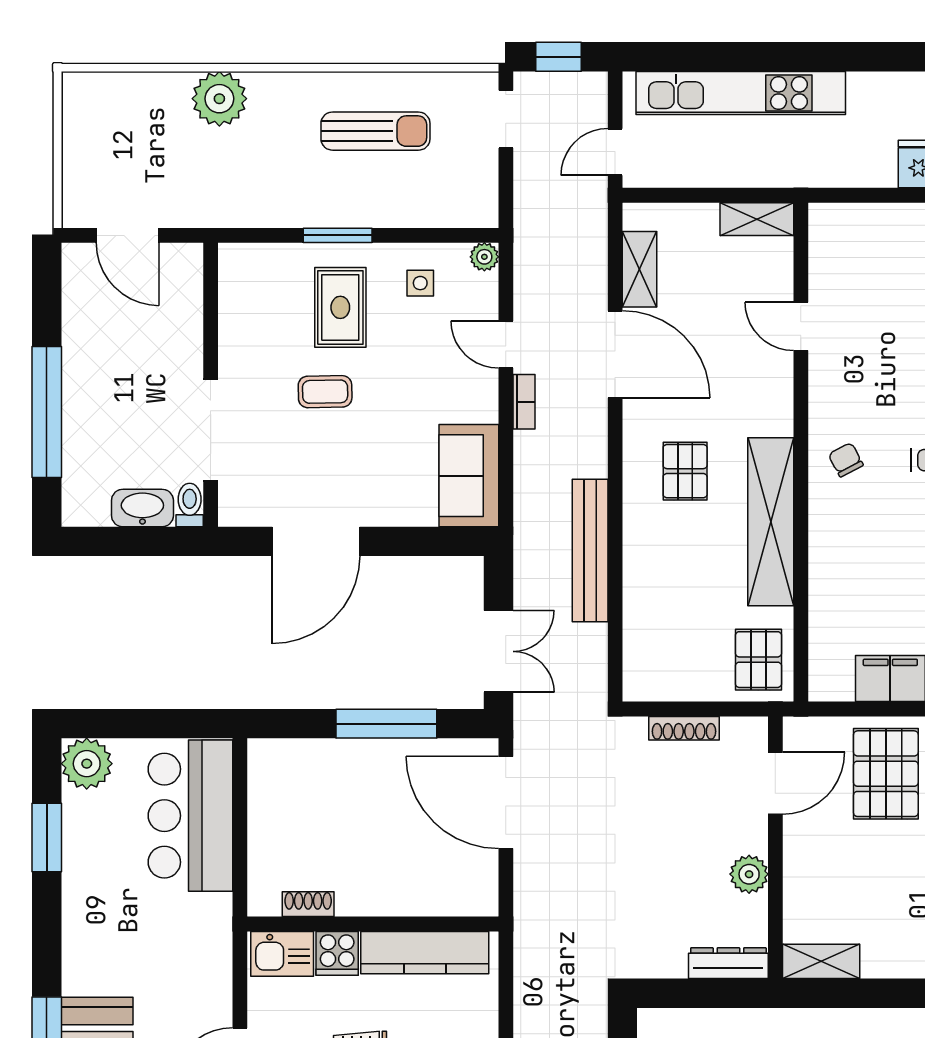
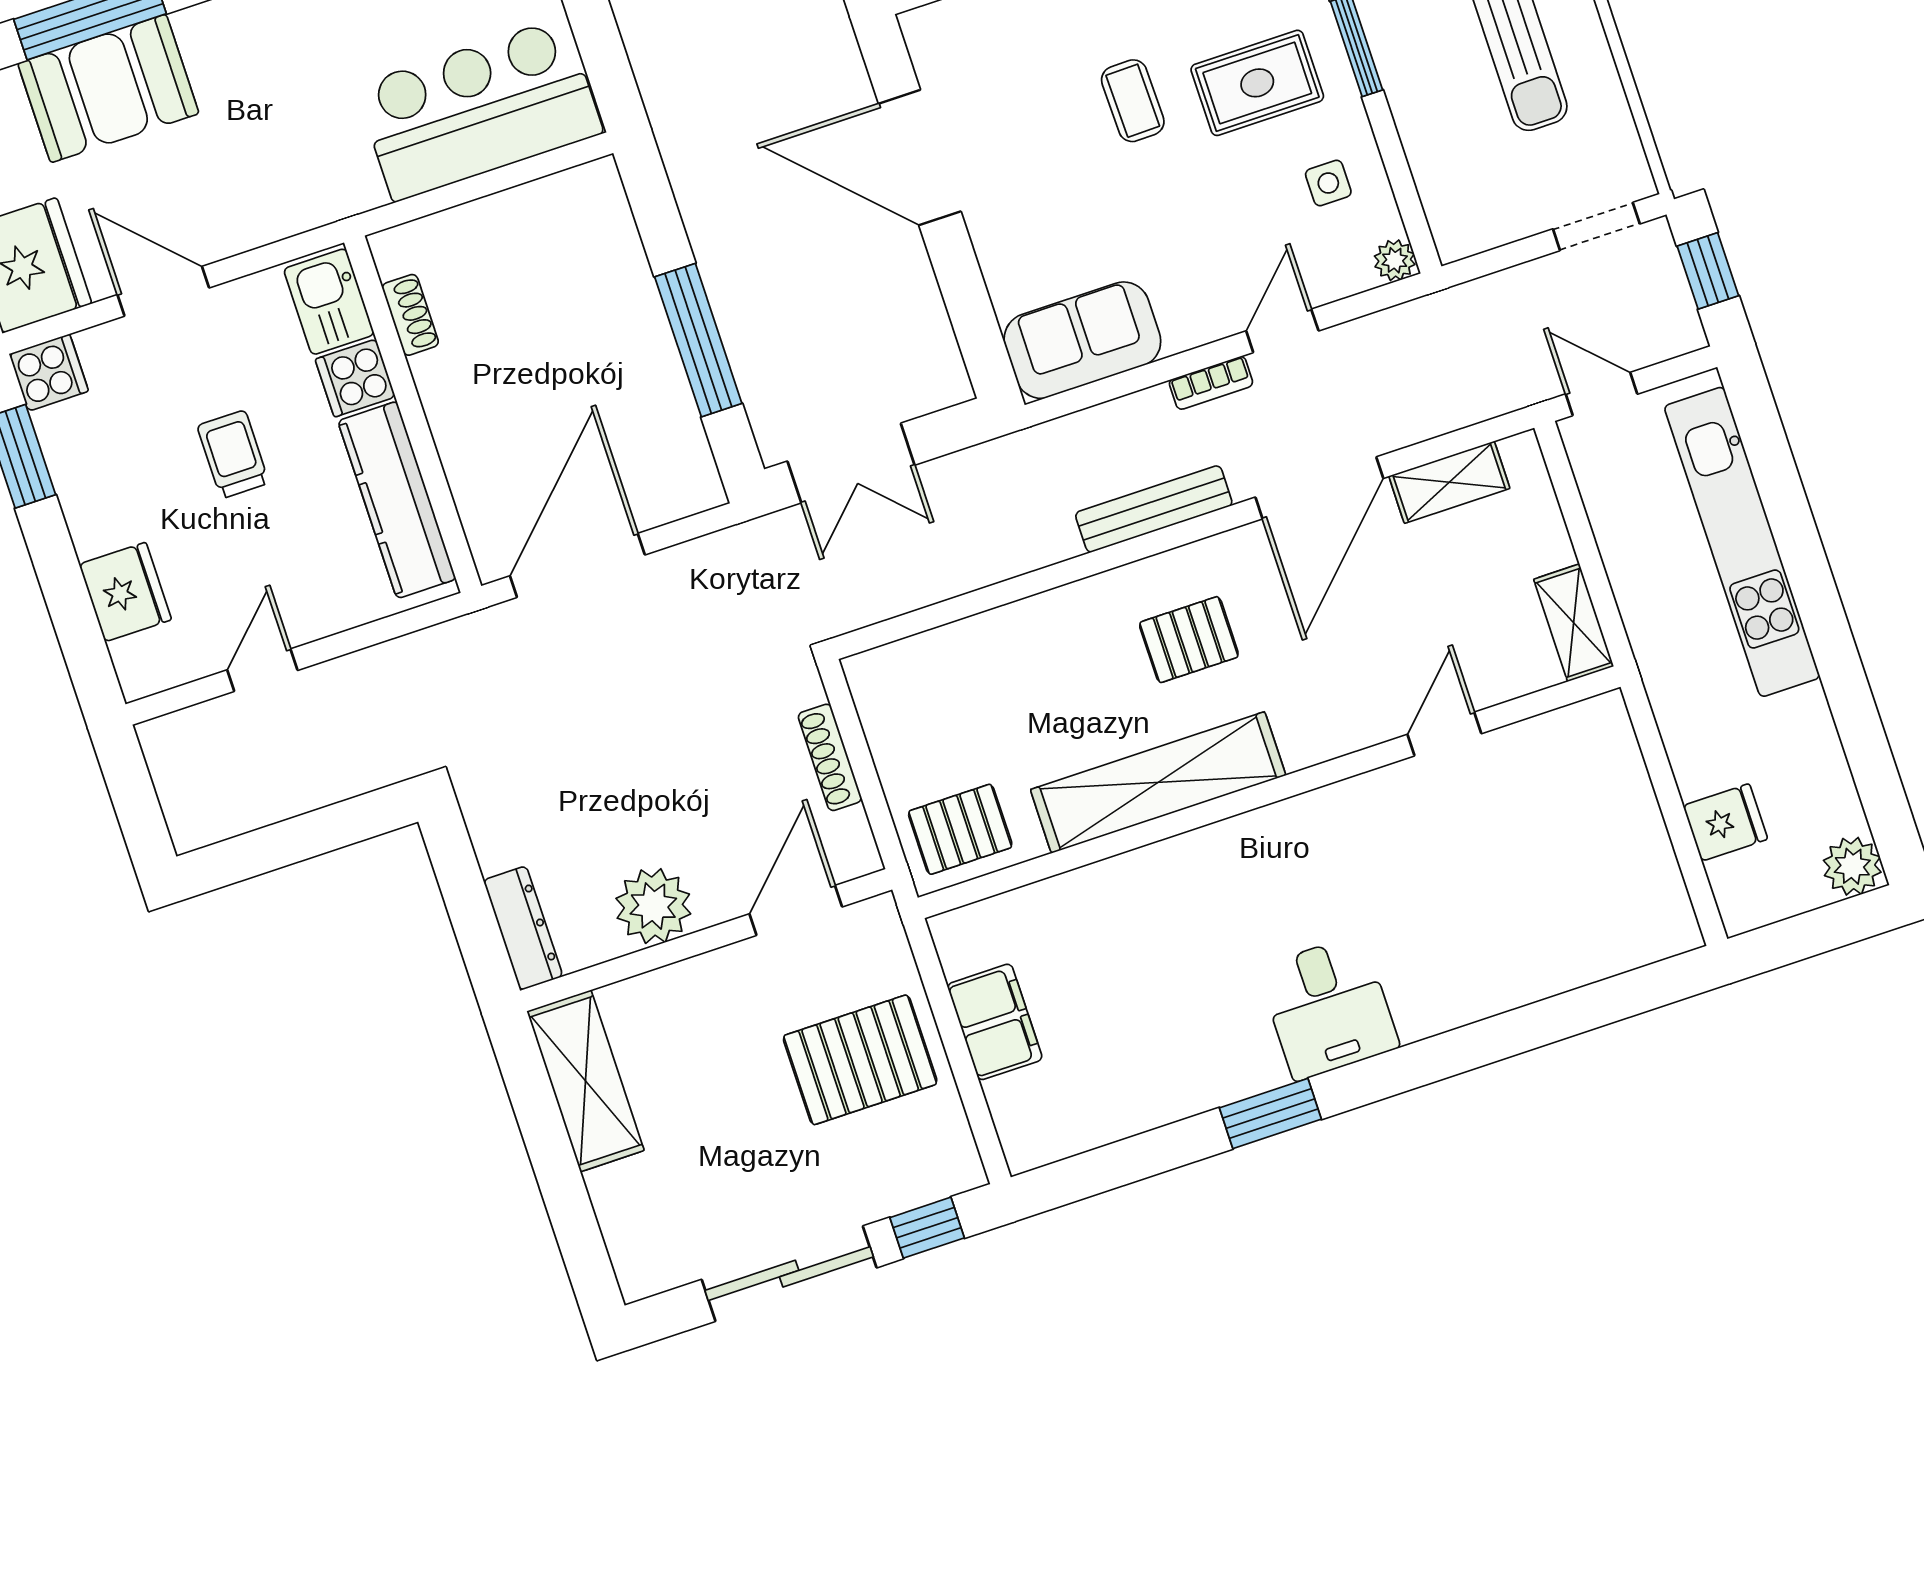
chair: (846, 460) -> (1279, 858), removed
bench: (590, 551) -> (1154, 509), moved, width x0.73, depth x0.82
door: (775, 783) -> (796, 910), swing flipped
door: (506, 803) -> (577, 565), moved
plant: (749, 874) -> (653, 906), width x1.36, depth x1.36
shelving: (821, 961) -> (585, 1081), width x1.50, depth x1.33

